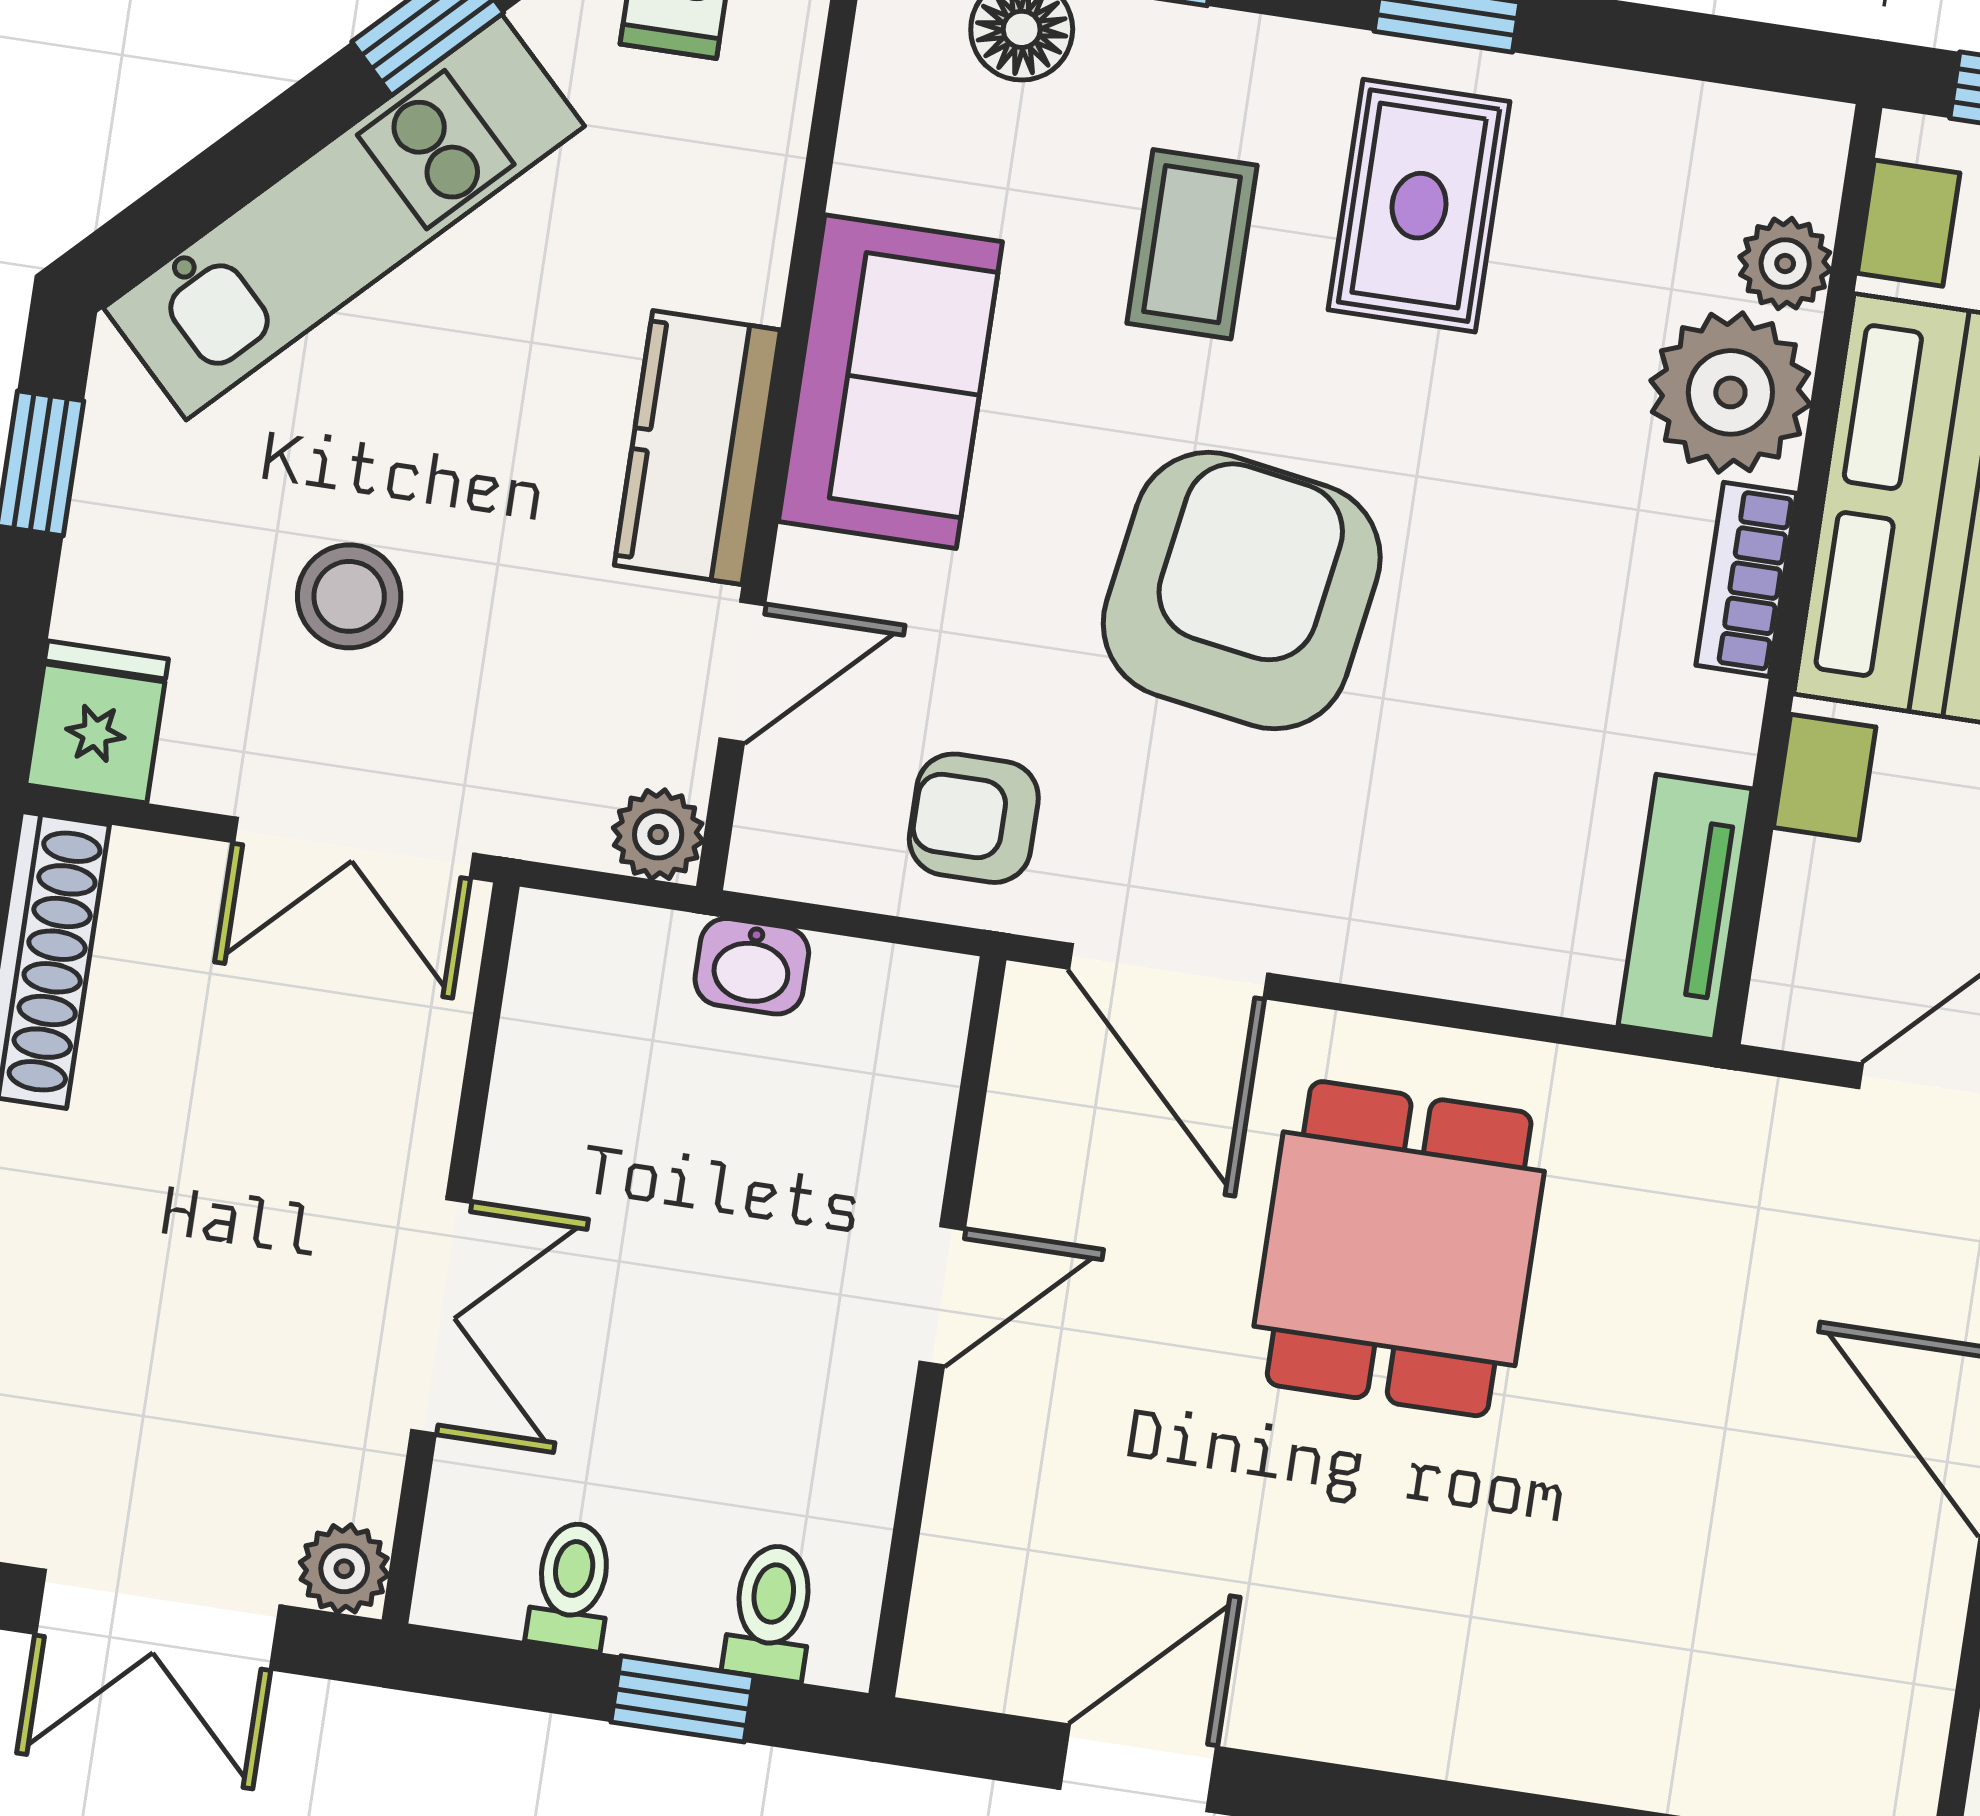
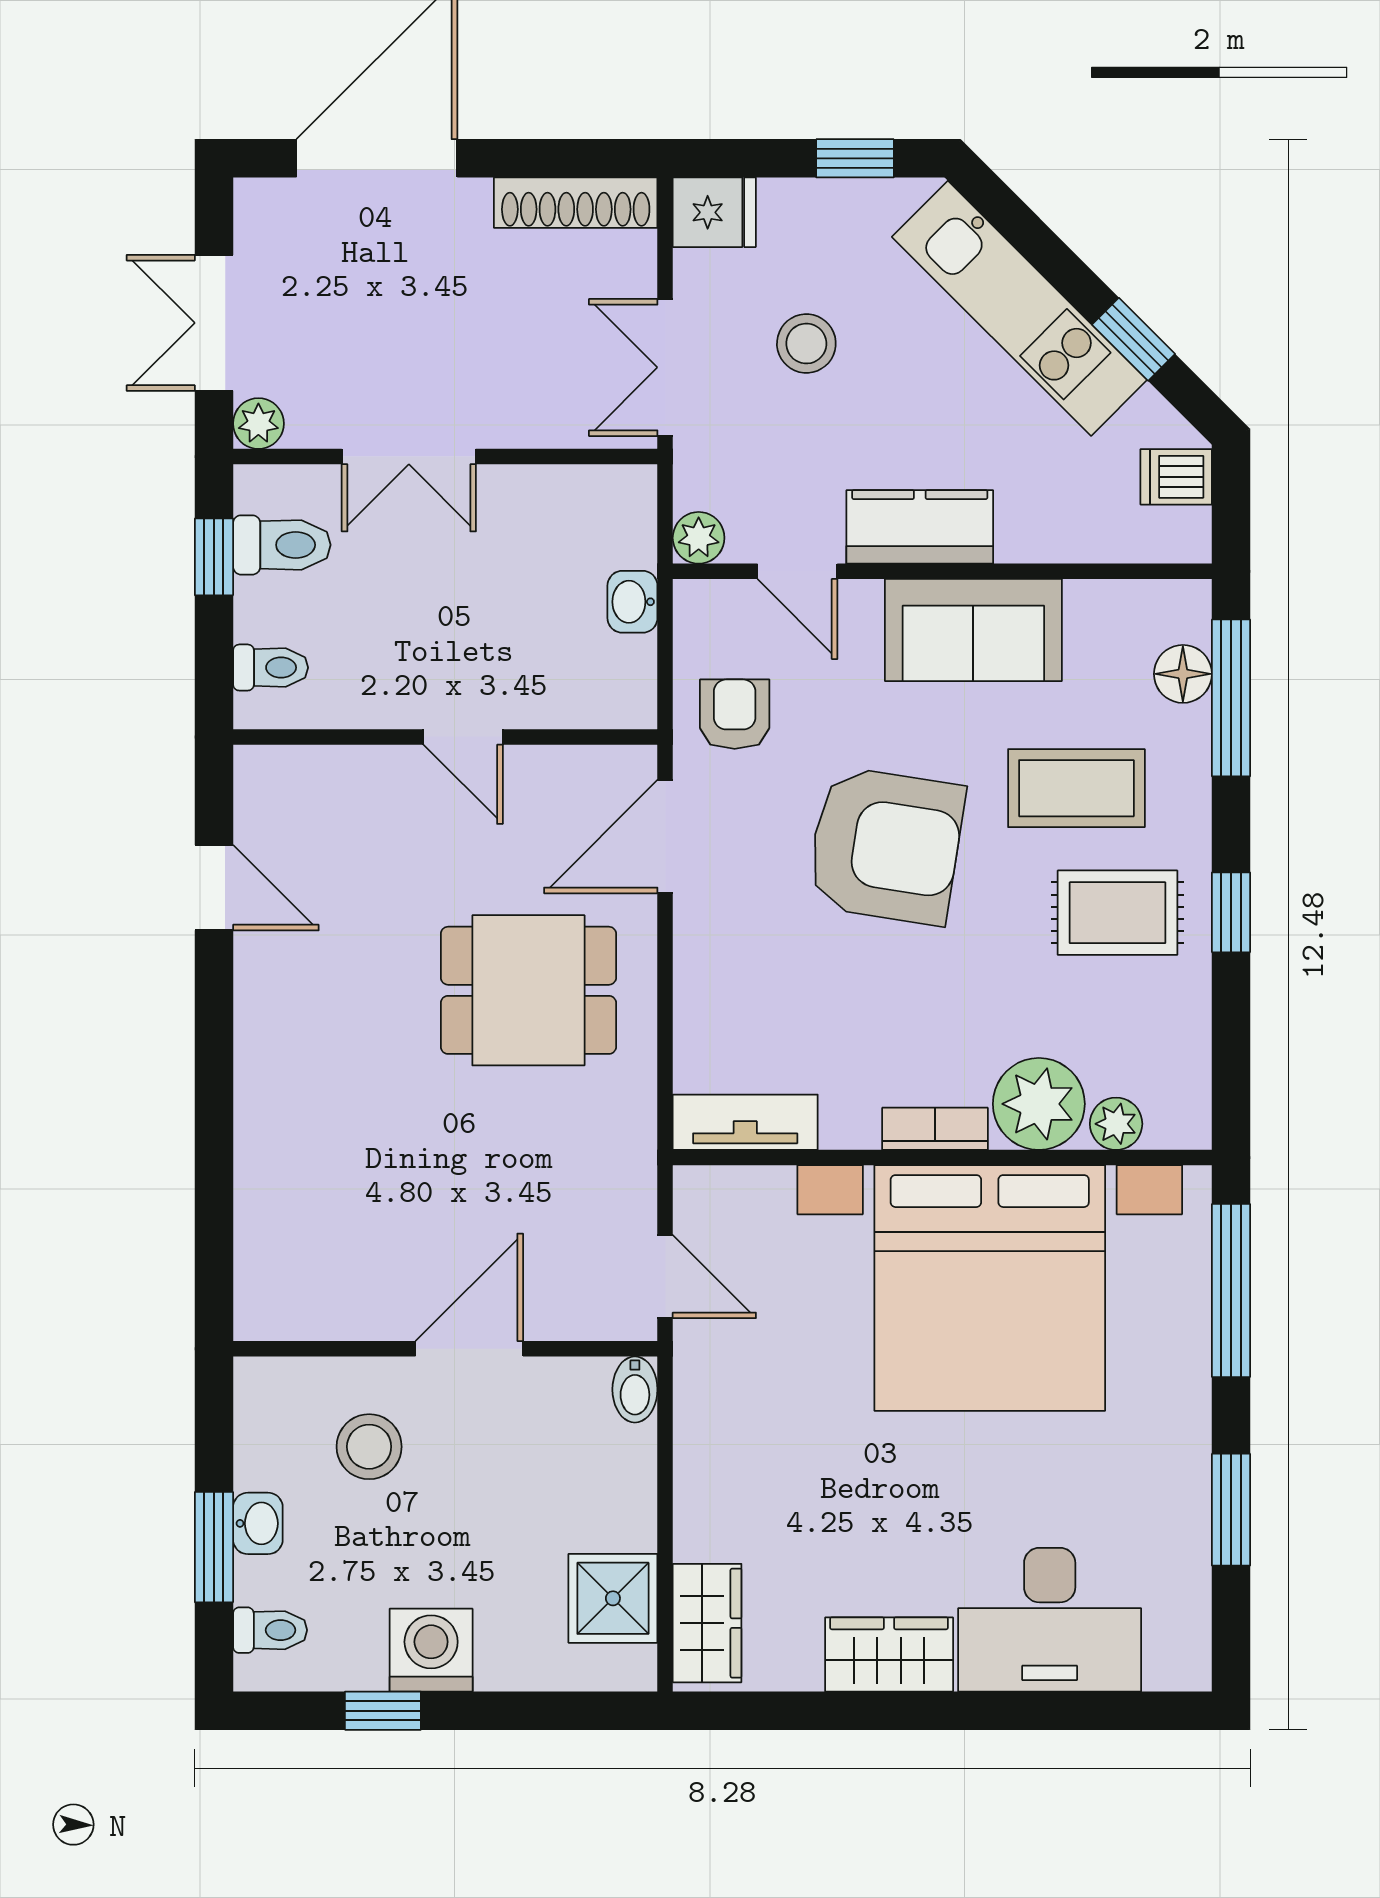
coffee table: (1192, 244) -> (1076, 788), width x1.36, depth x1.30
toilet: (572, 1586) -> (282, 545), width x1.37, depth x1.39
window: (682, 1699) -> (214, 557), moved

